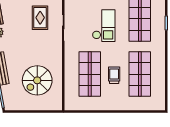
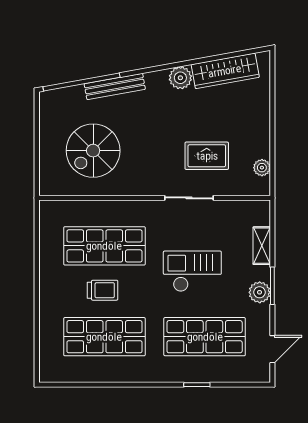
checkout: (104, 26) -> (192, 271), turned 180
spiral stairs: (37, 80) -> (93, 151), turned -90

